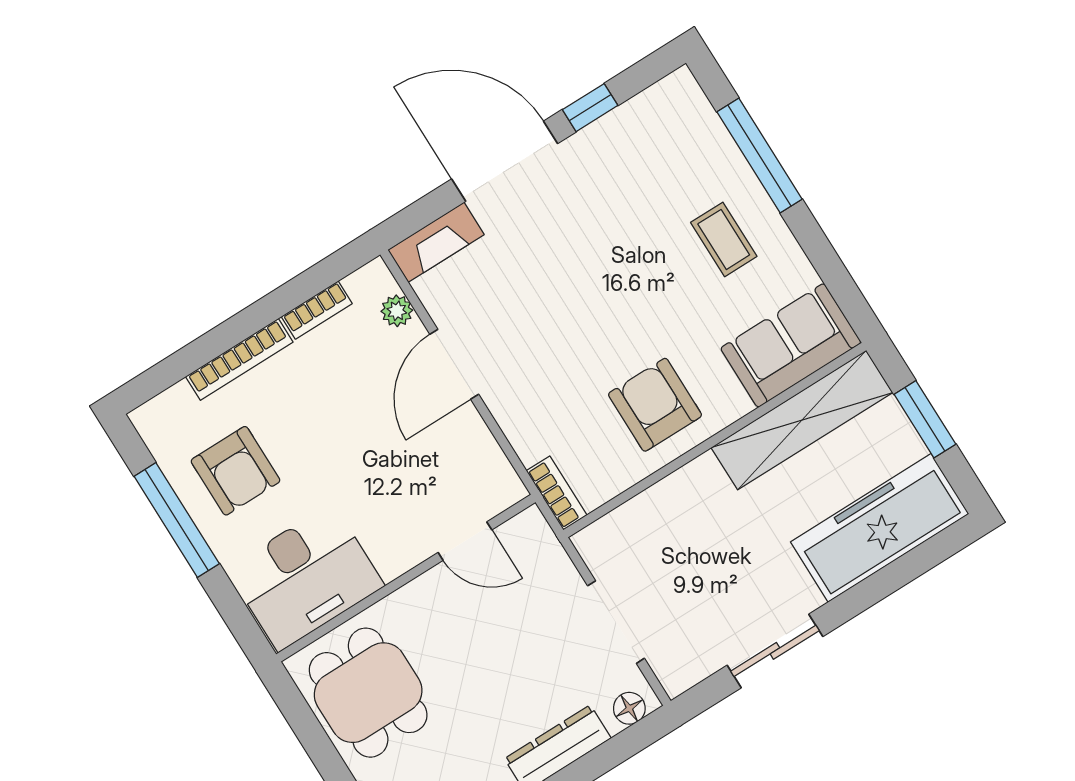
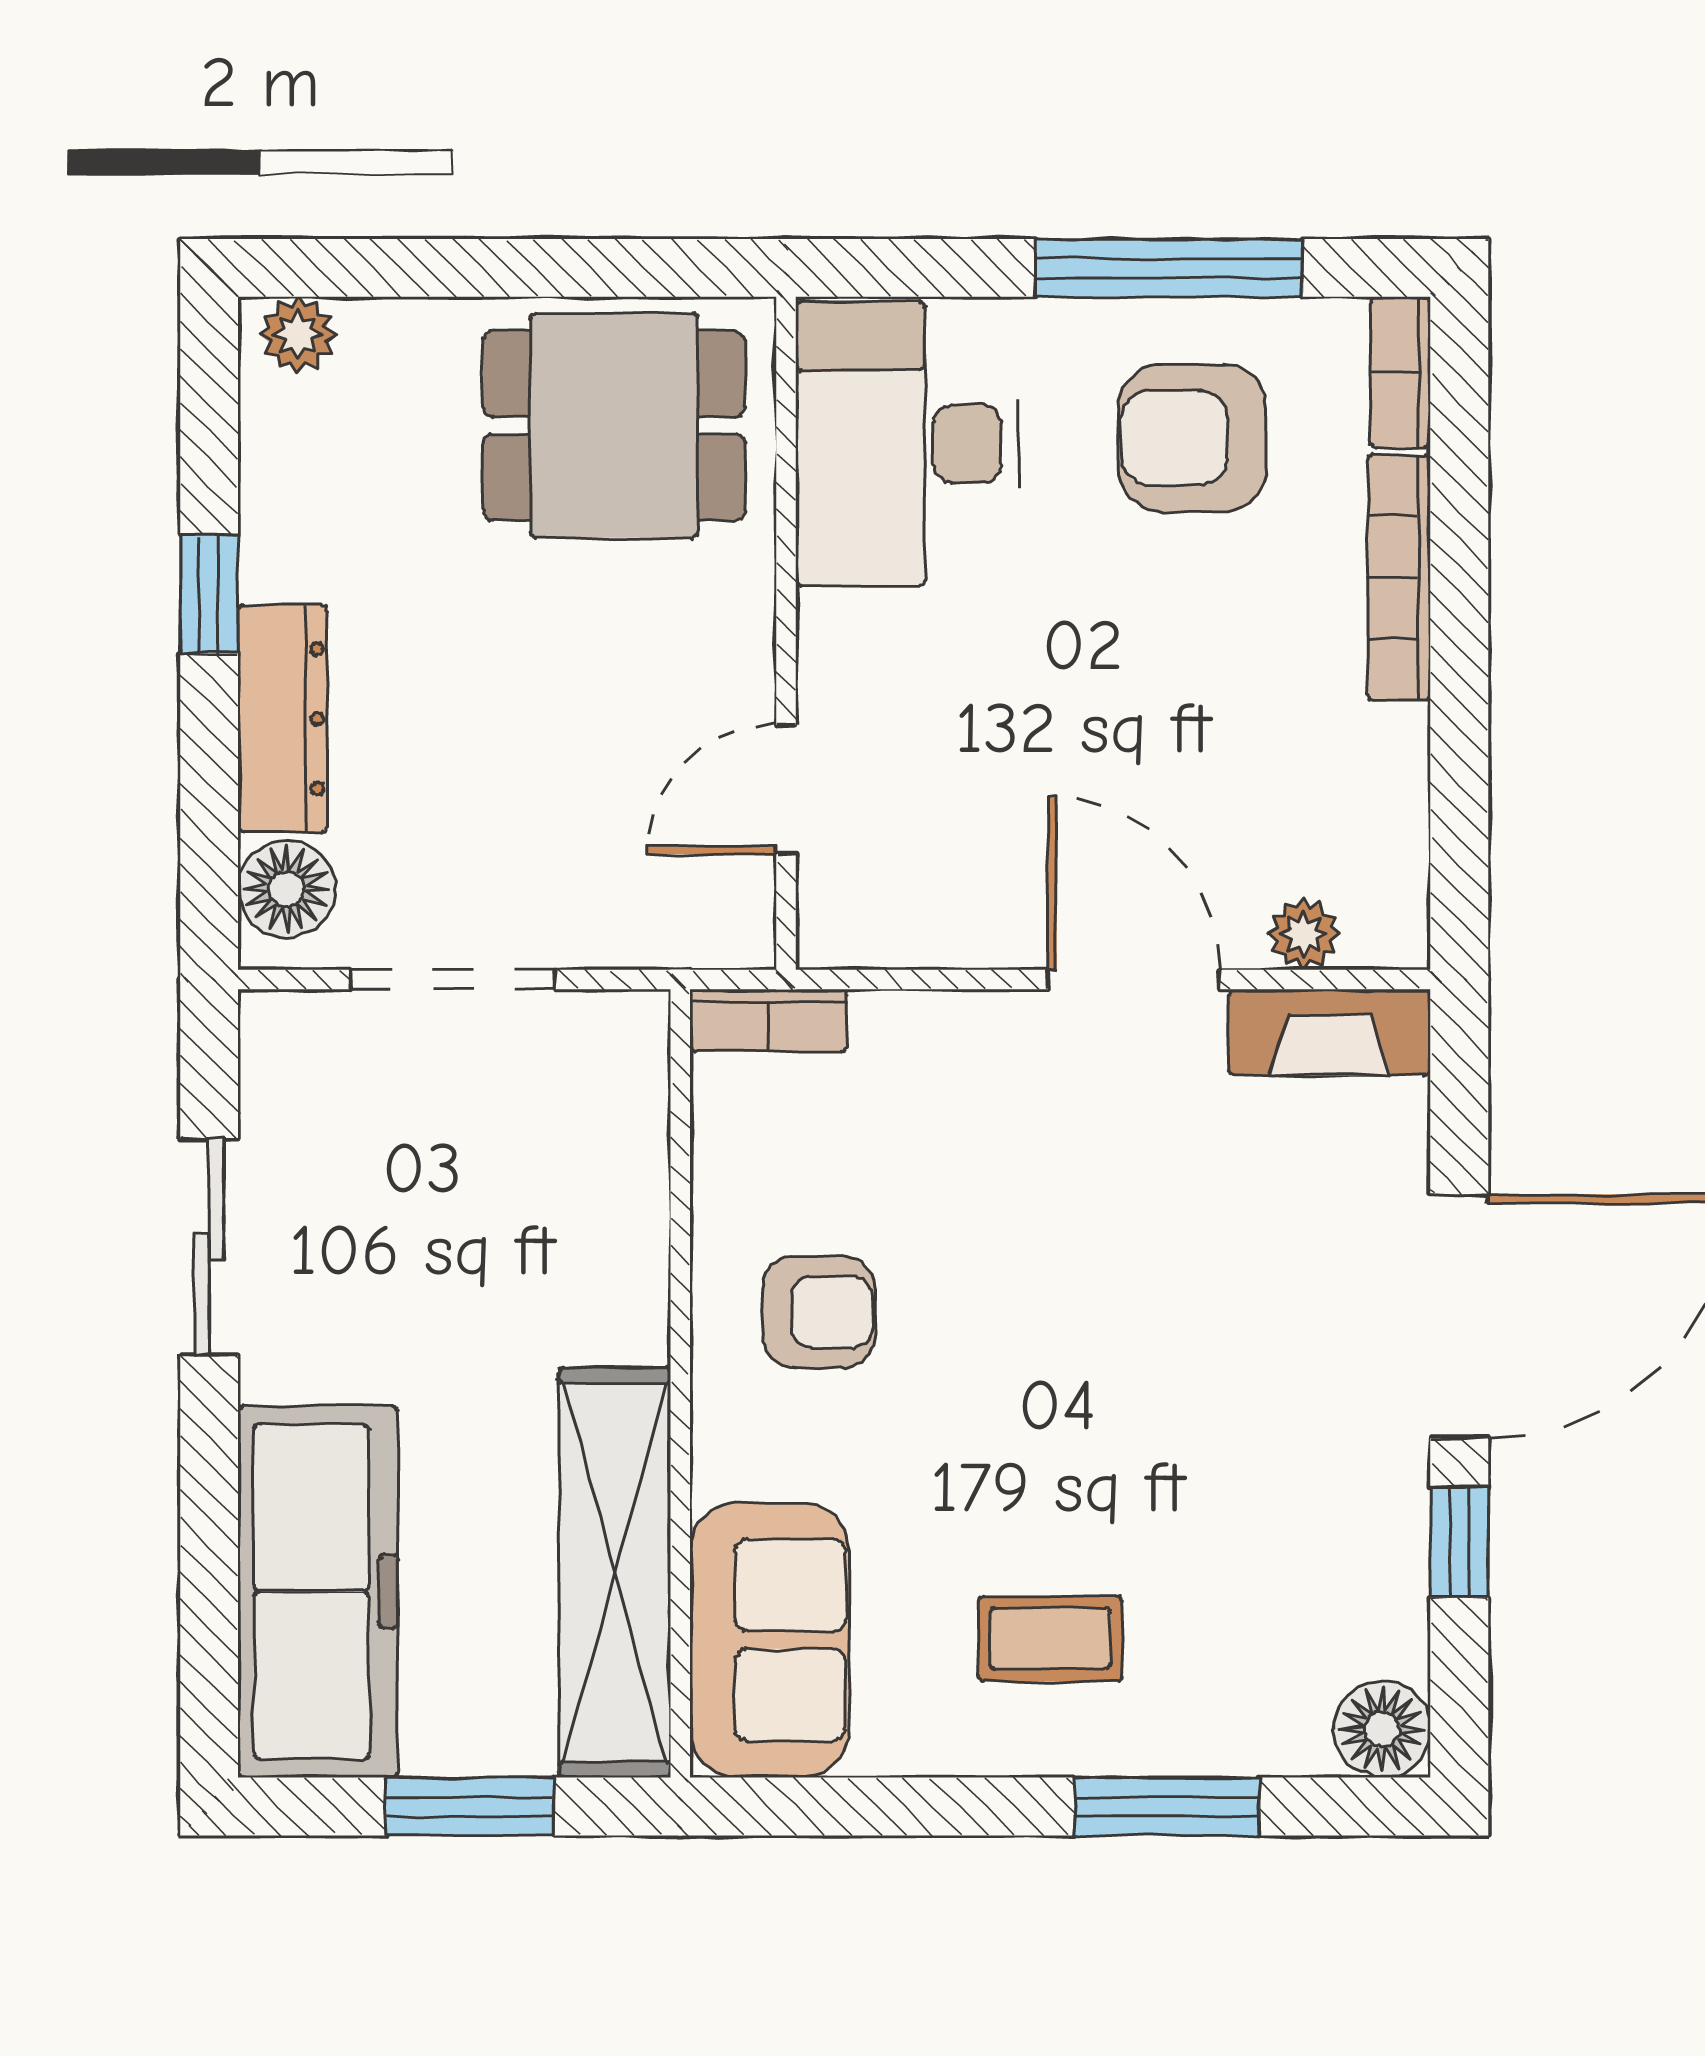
floor lamp: (679, 92) -> (1382, 1729), added
window: (759, 156) -> (1167, 1806), width x0.69
fireplace: (436, 242) -> (1330, 1032), moved, turned -90
bookcase: (317, 310) -> (1400, 372), moved
armchair: (655, 405) -> (818, 1312), width x0.72, depth x0.72
floor lamp: (629, 708) -> (287, 889), width x1.37, depth x1.37

